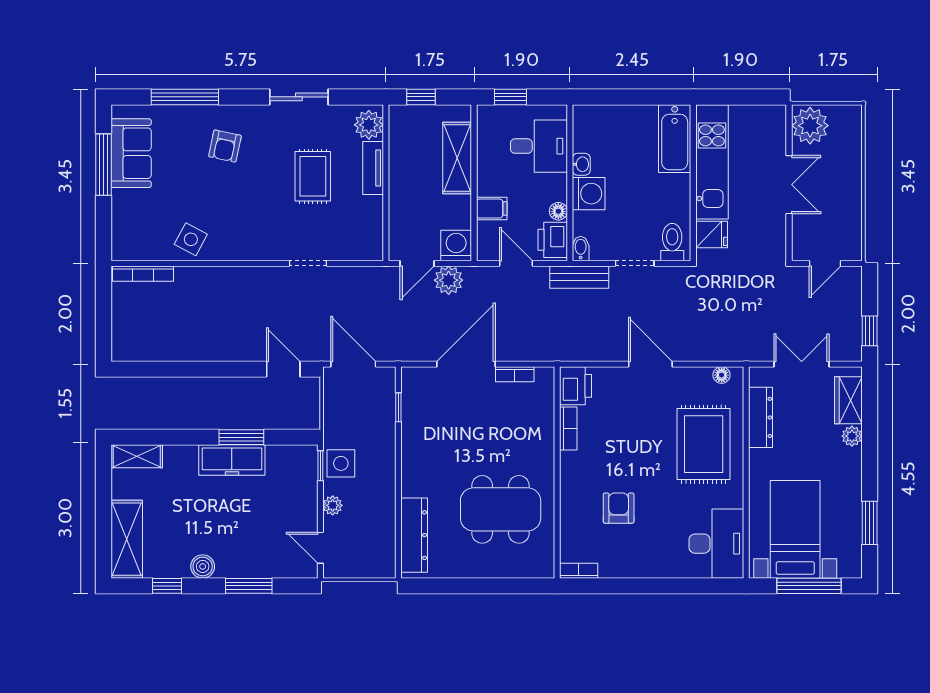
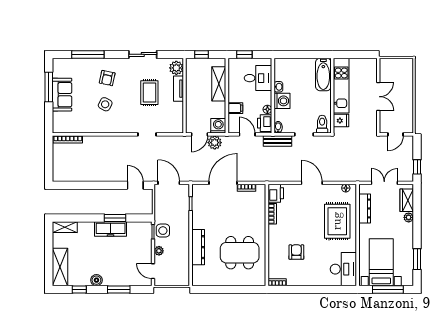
plant: (810, 126) -> (388, 68), removed
sofa: (131, 153) -> (62, 95), moved
side table: (191, 239) -> (105, 104), moved
dresser: (414, 535) -> (198, 247), moved

